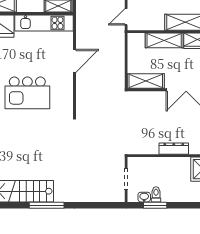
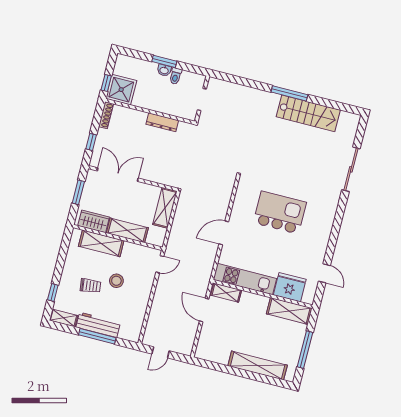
shelving: (146, 81) -> (165, 208), moved, turned 90
dresser: (174, 149) -> (162, 122), moved
washbasin: (144, 197) -> (164, 70), moved
window: (155, 205) -> (164, 61), moved

